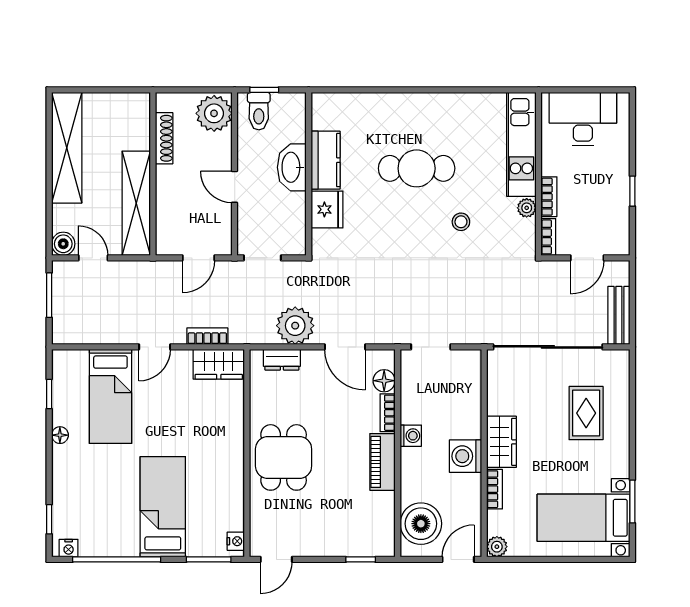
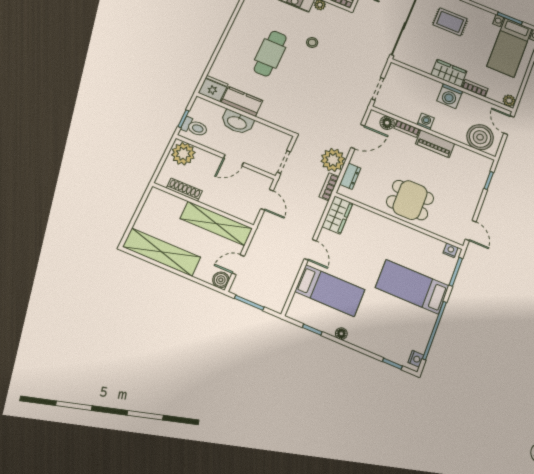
fridge: (327, 209) -> (213, 89), moved
bookcase: (207, 336) -> (329, 187), moved

